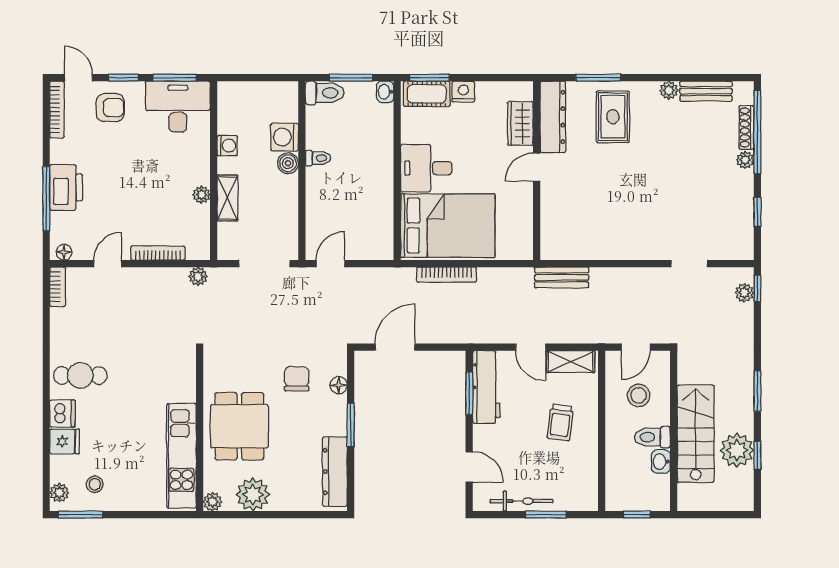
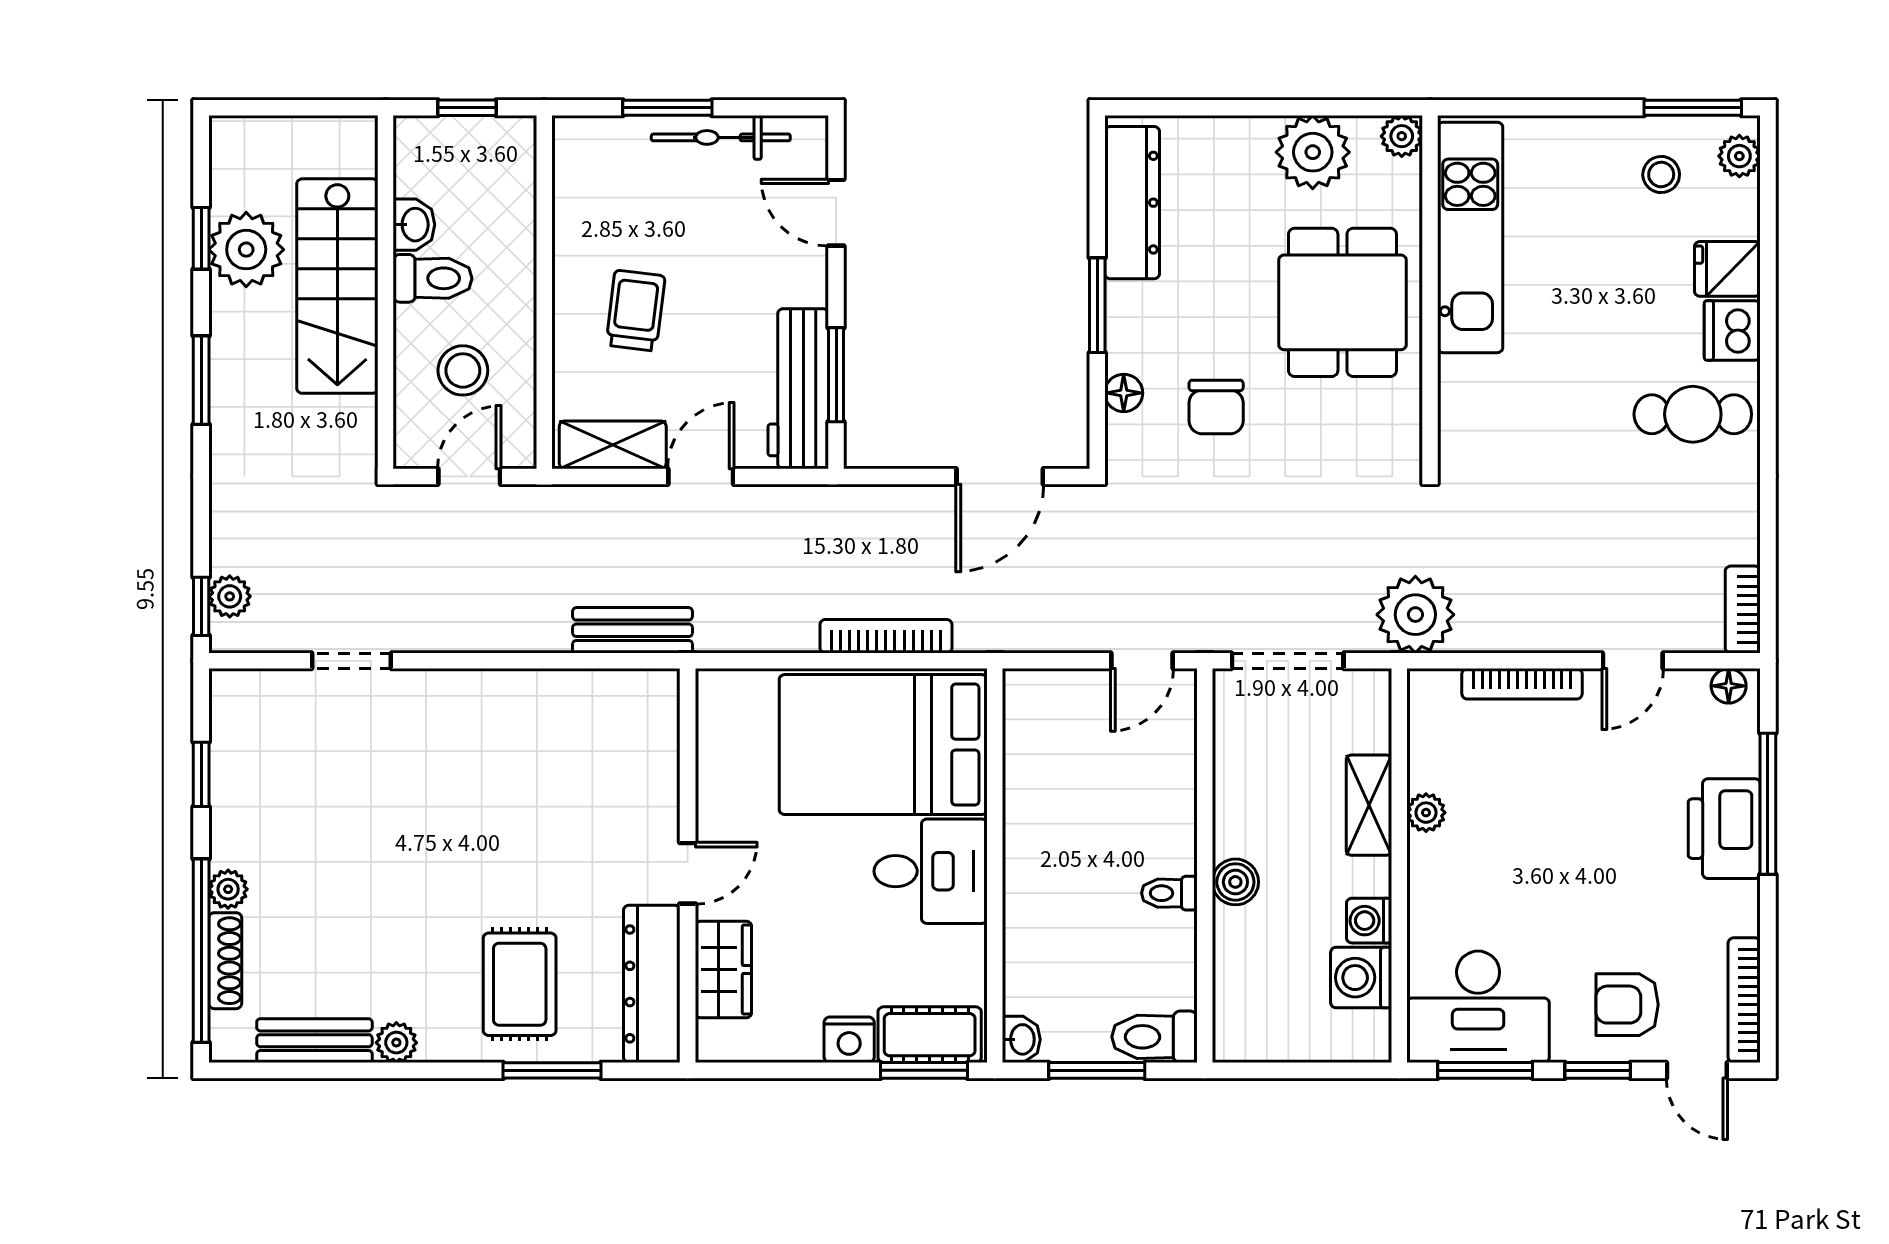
washing machine: (285, 137) -> (1361, 978), moved, turned 180
plant: (198, 276) -> (1415, 615), width x1.88, depth x1.88
door: (531, 347) -> (701, 476), hinge flipped

